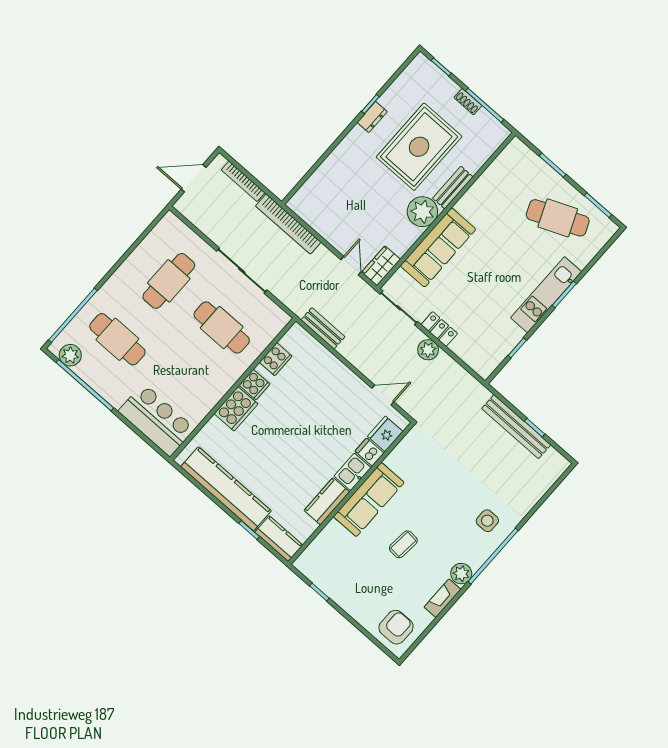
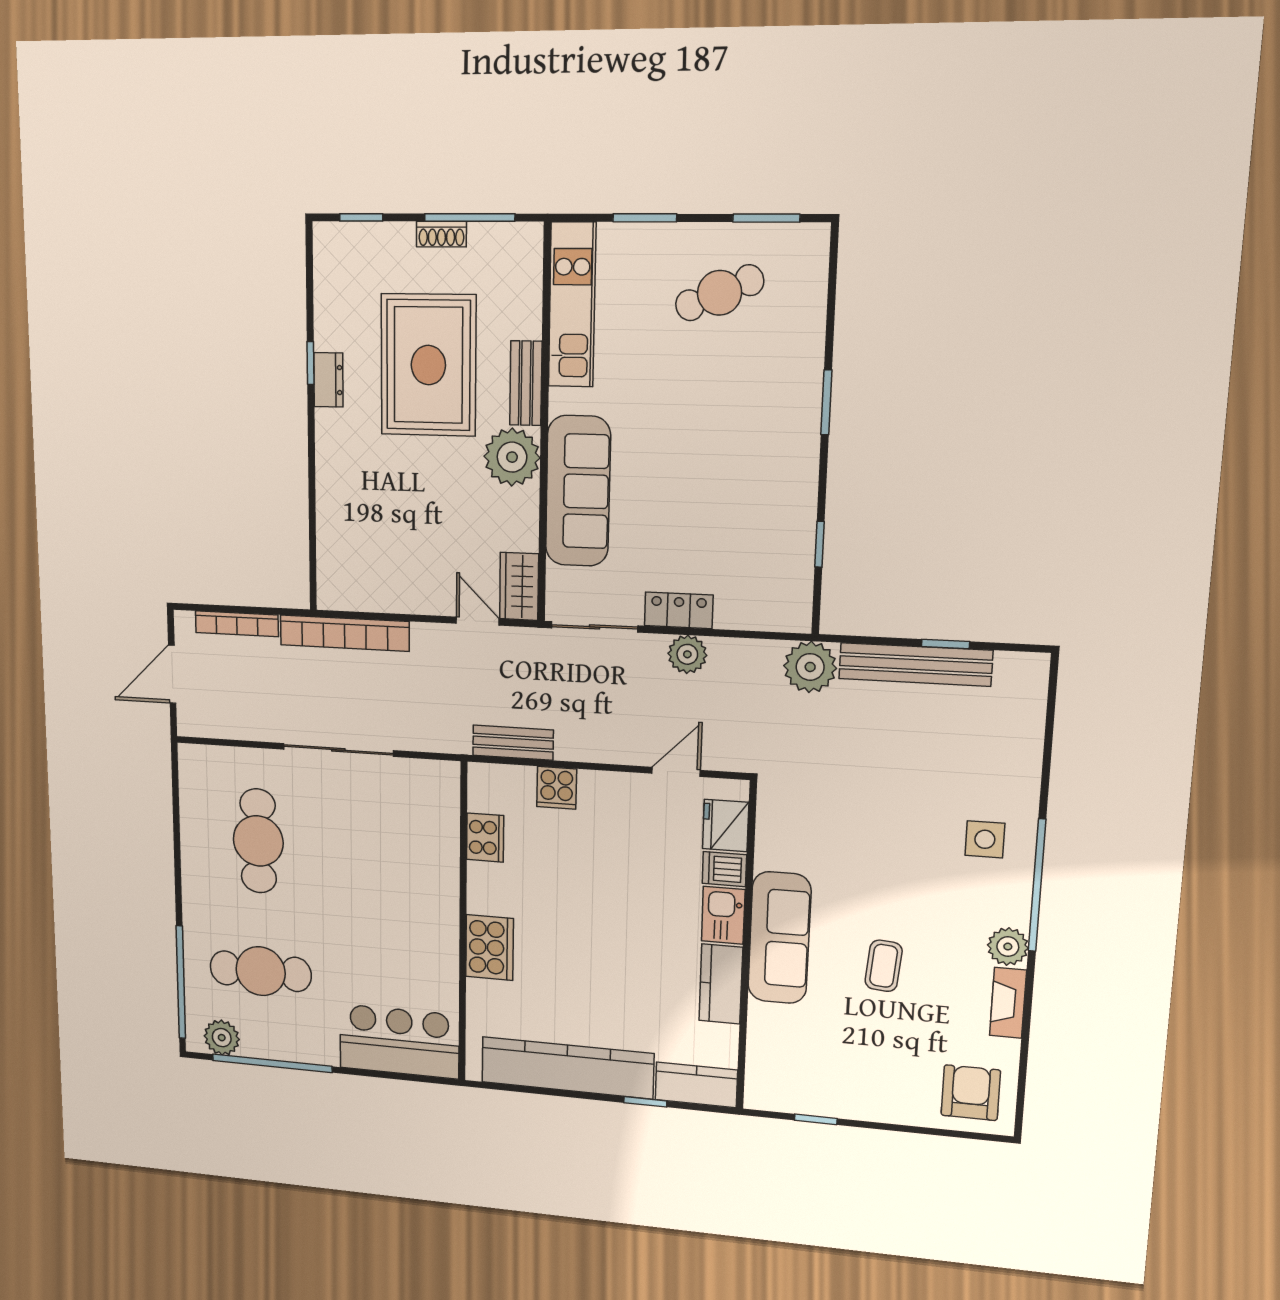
cafe table: (558, 218) -> (720, 293), width x0.73, depth x0.74
kitchen unit: (546, 295) -> (572, 305), moved, turned 180
cafe table: (222, 327) -> (378, 850), removed
cooker: (255, 385) -> (557, 788), moved, turned 90
plant: (474, 395) -> (810, 667), added

